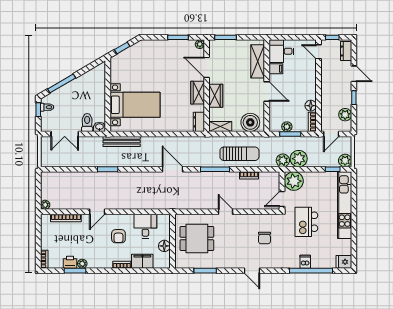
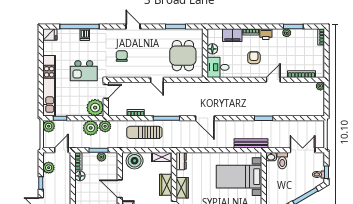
kitchen island: (306, 222) -> (84, 71), turned 90
desk: (145, 226) -> (218, 67), moved, turned 90
dining table: (197, 238) -> (183, 56), turned 90
printer: (70, 262) -> (266, 34), moved

